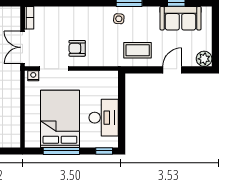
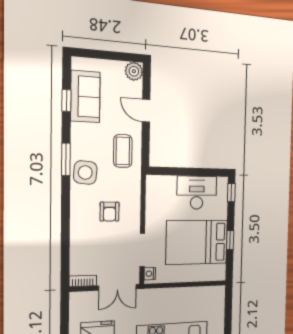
side table: (119, 19) -> (85, 172), width x1.87, depth x1.87
armchair: (77, 48) -> (110, 212), moved
window: (61, 151) -> (230, 240), width x0.46

